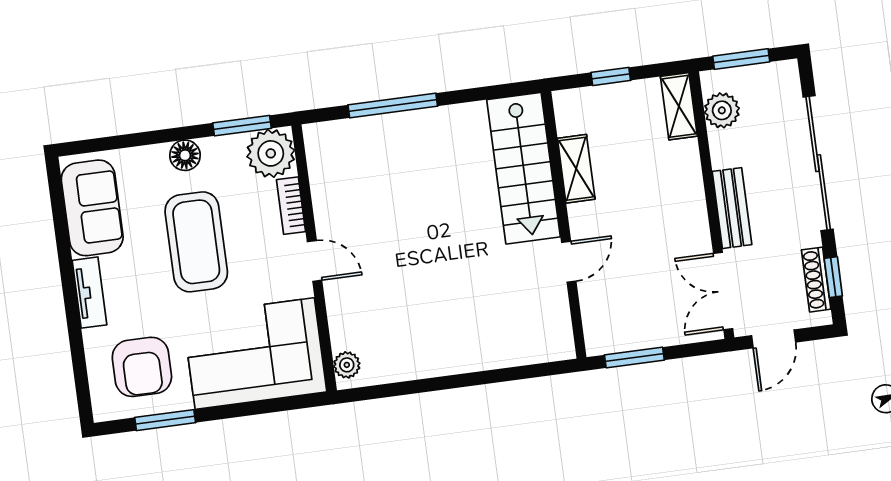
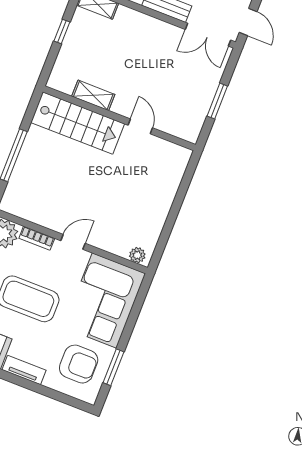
stairs: (524, 168) -> (78, 123), moved
shelving: (576, 169) -> (93, 95), moved
wall: (564, 225) -> (119, 118), moved
door: (569, 262) -> (140, 126), moved

